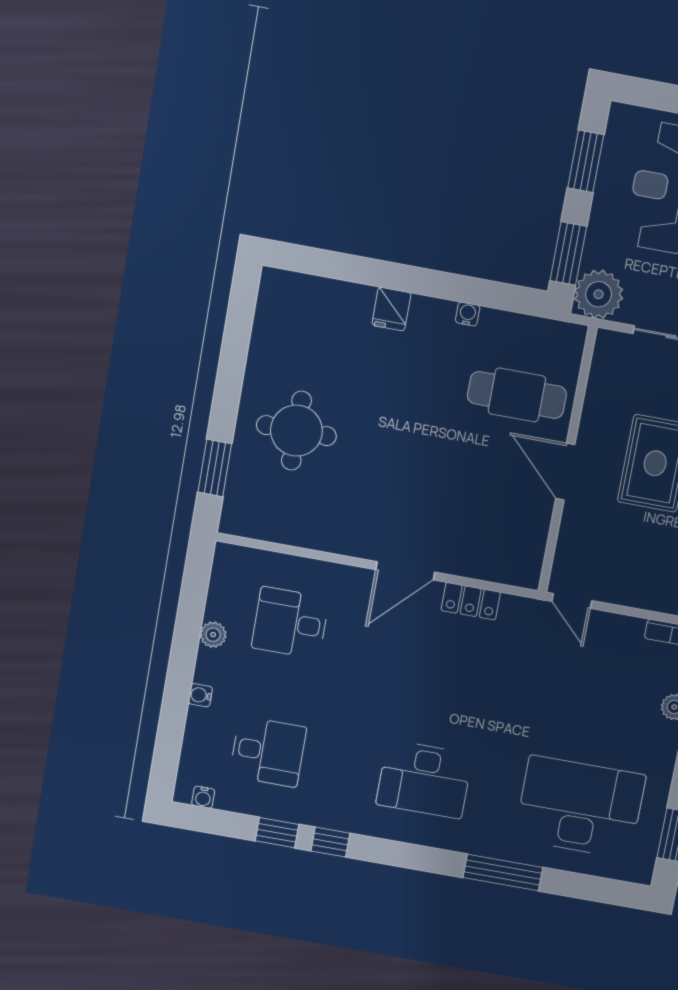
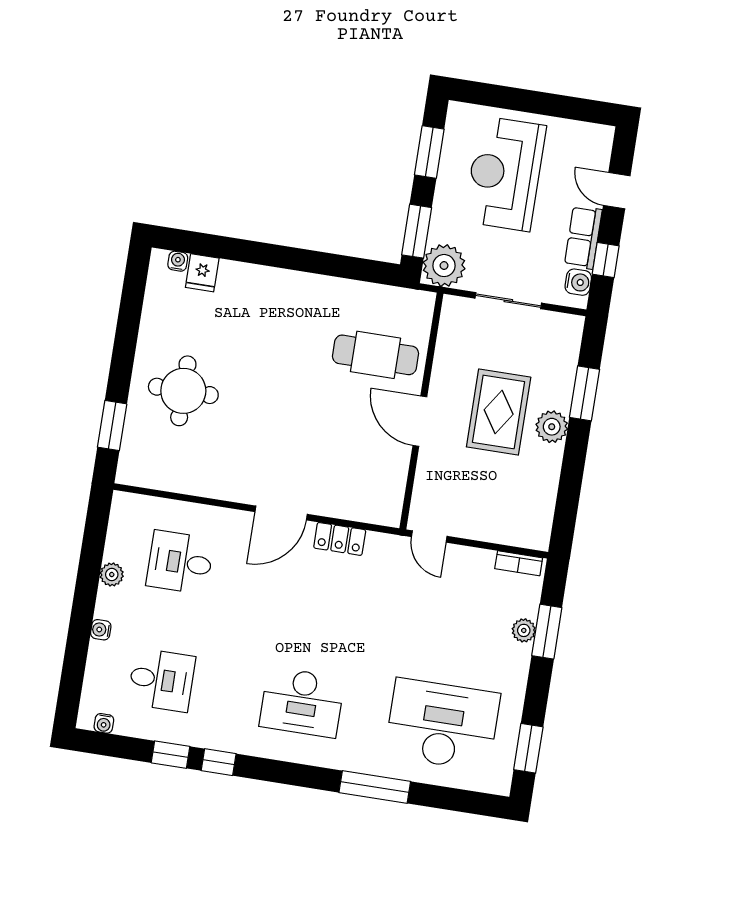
fridge: (391, 309) -> (202, 273), moved
water cooler: (468, 314) -> (178, 261), moved

